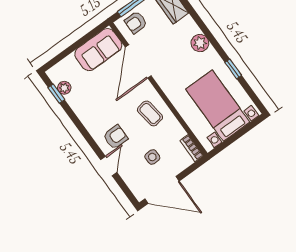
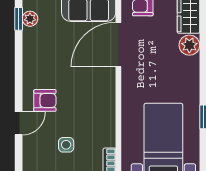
plant: (200, 43) -> (189, 45), moved
coffee table: (150, 113) -> (94, 102), removed

